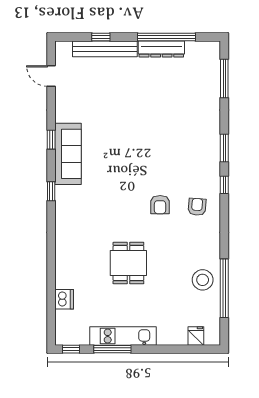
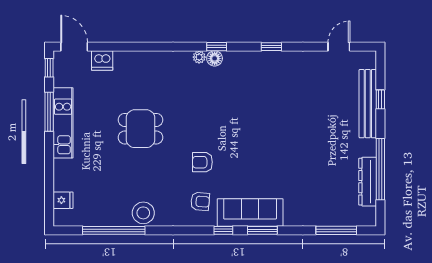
dresser: (161, 49) -> (368, 182), moved
sofa: (68, 154) -> (250, 212), moved, turned 180
floor lamp: (62, 193) -> (215, 58), added
plant: (61, 208) -> (199, 57), added
stool: (203, 280) -> (143, 213), moved
door: (51, 326) -> (74, 47), added

